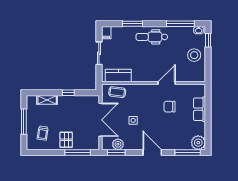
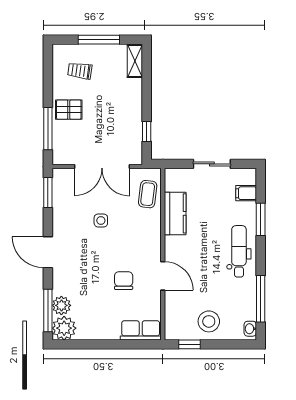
filing cabinet: (106, 33) -> (246, 193), moved
window: (208, 40) -> (189, 344), moved
kitchen counter: (118, 75) -> (175, 213), moved
window: (68, 93) -> (147, 131), moved
shelving: (47, 100) -> (135, 61), moved
row of seats: (200, 109) -> (141, 330), moved
plant: (118, 144) -> (61, 305), moved
door: (152, 152) -> (48, 252), swing flipped

